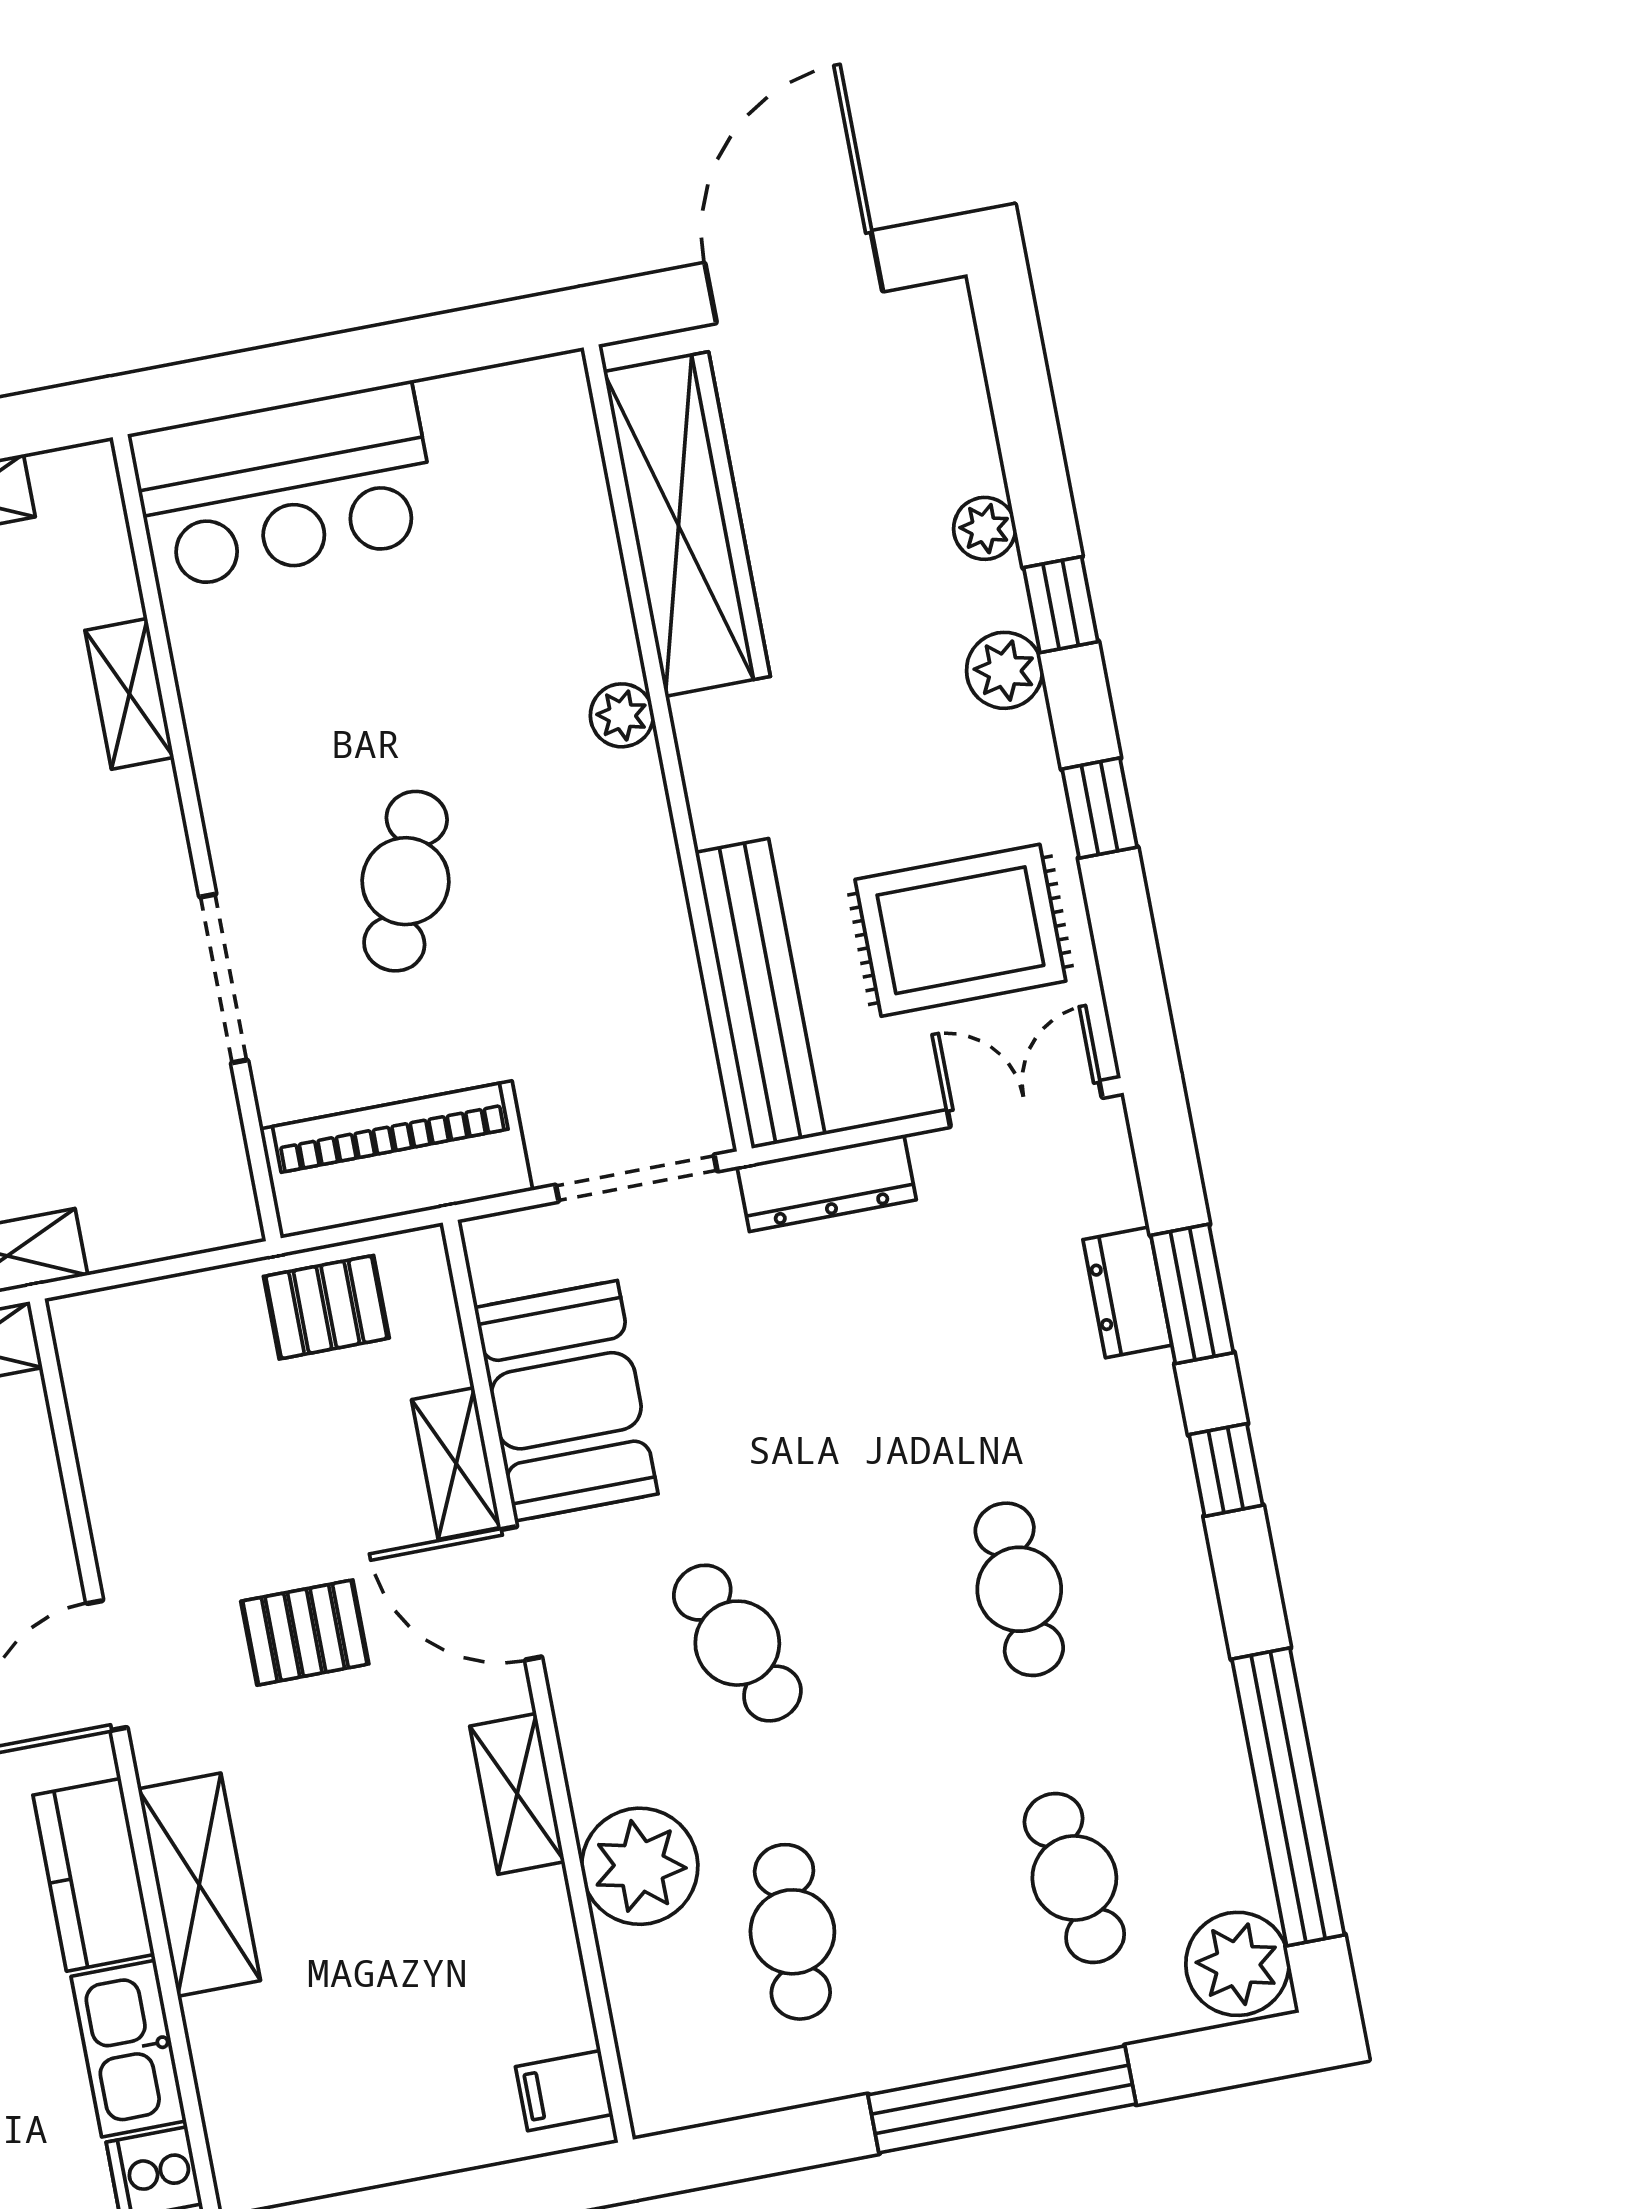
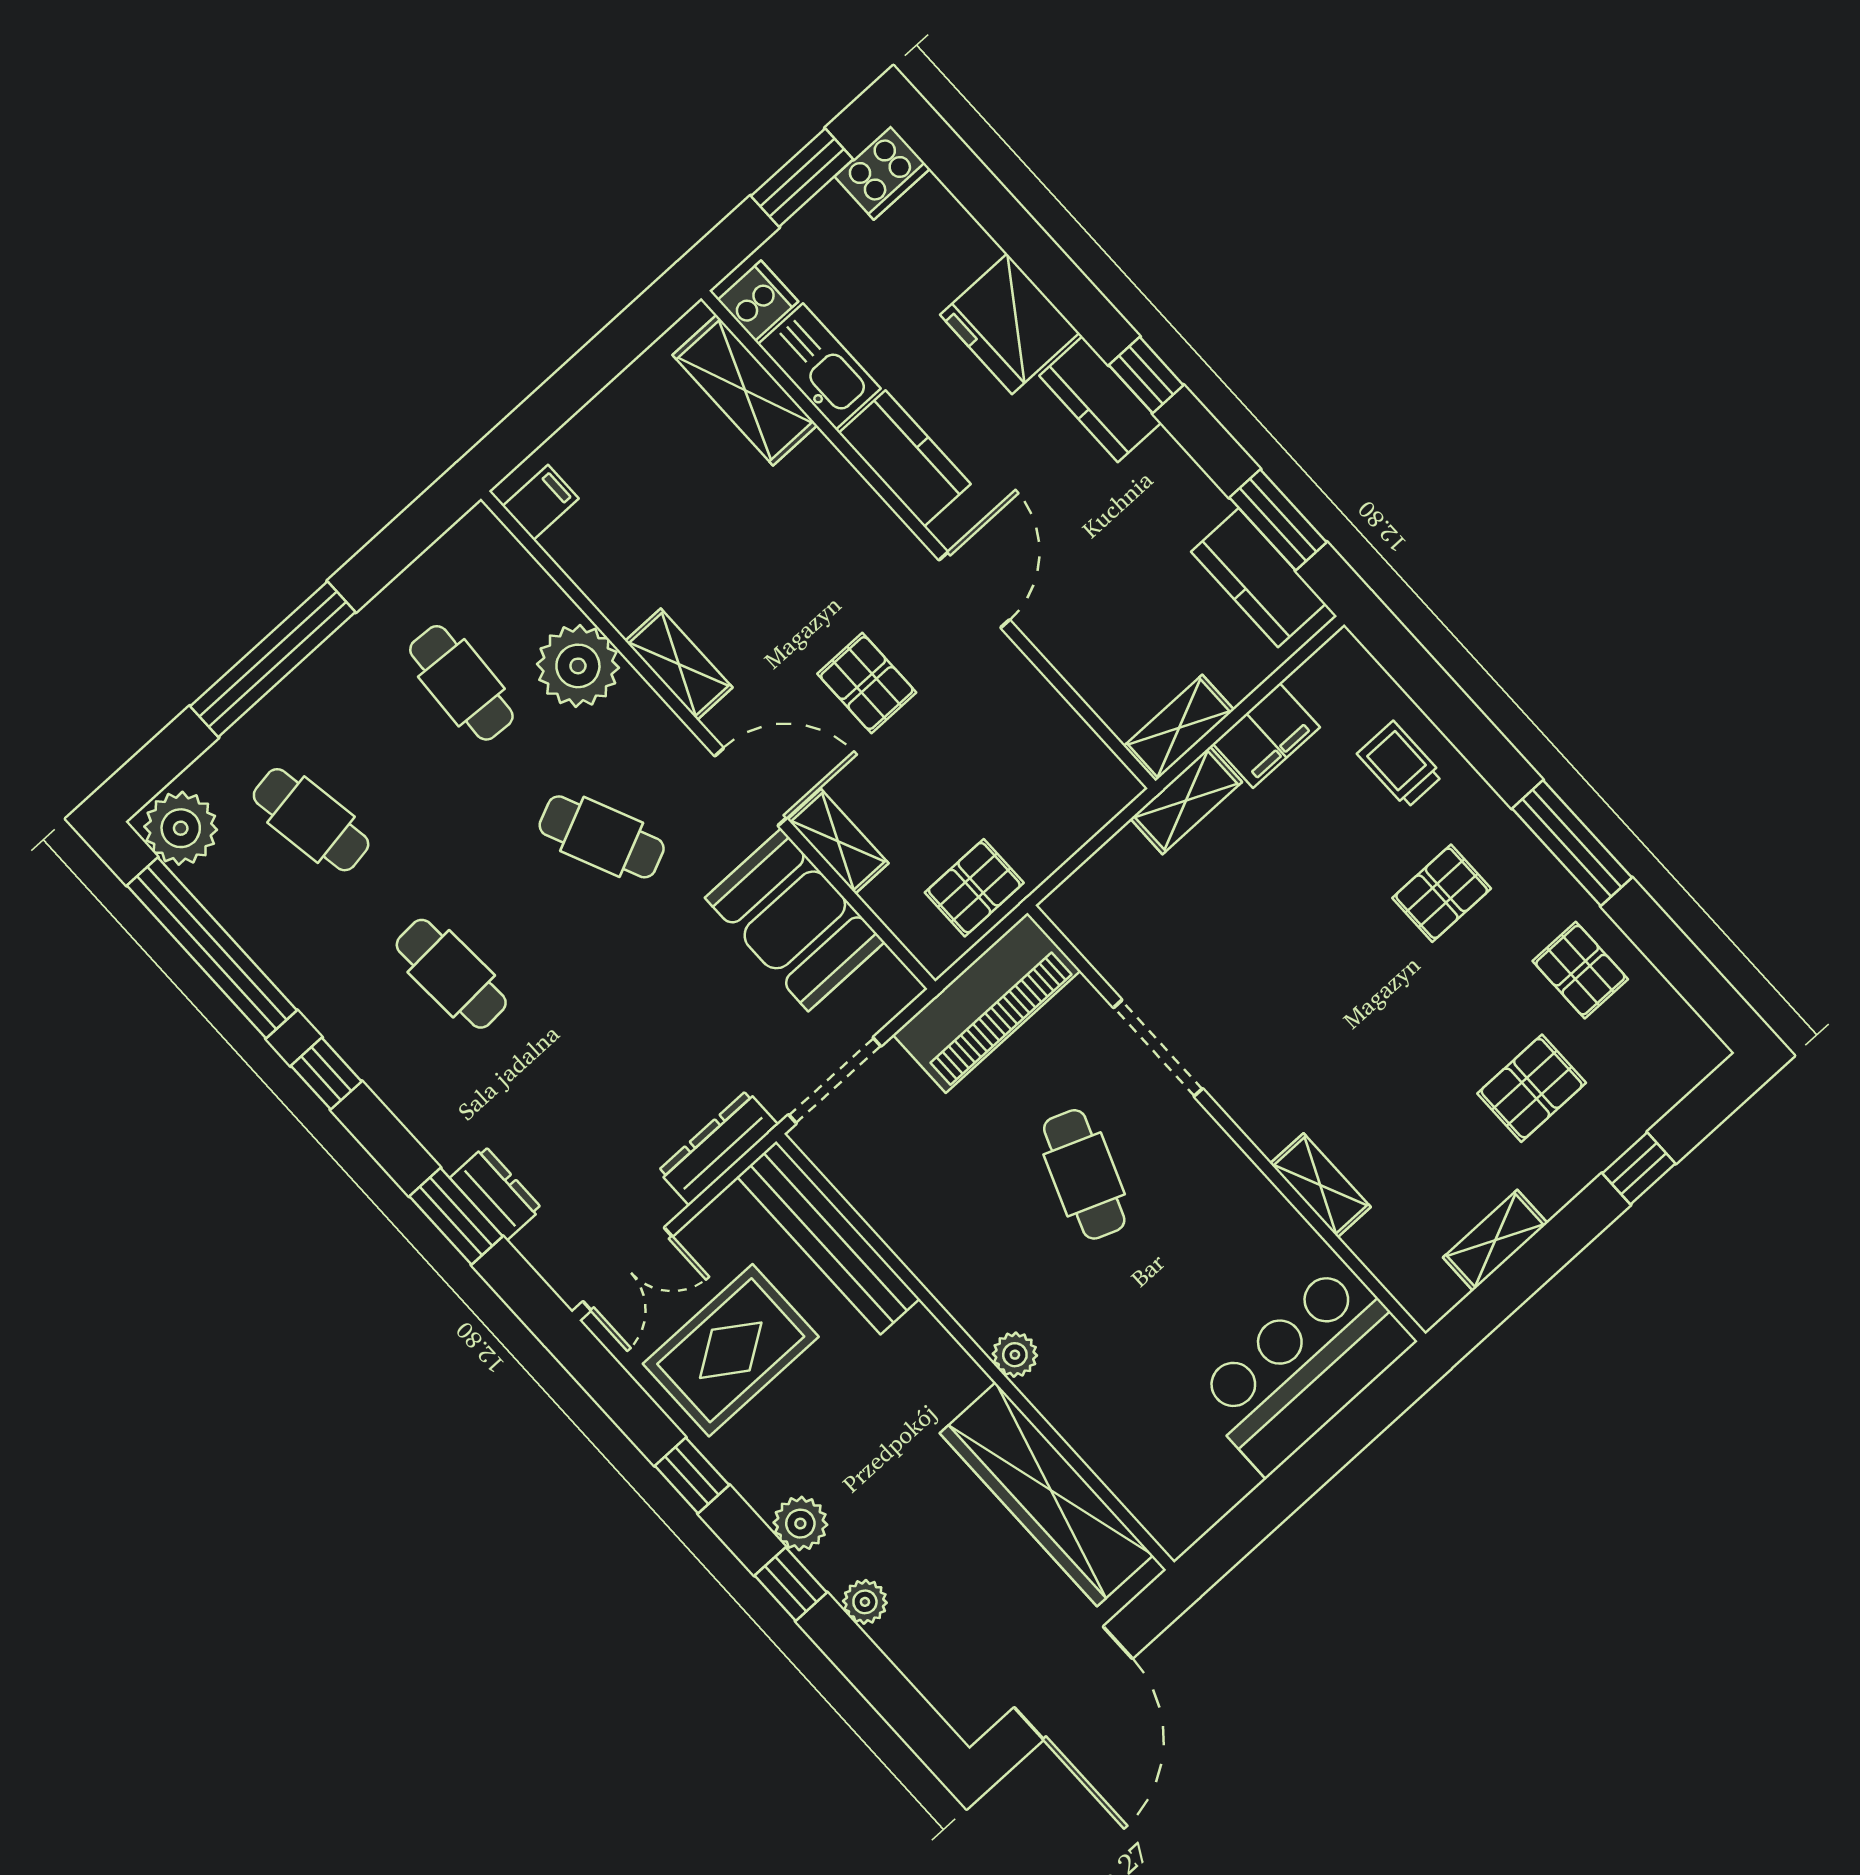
window: (1226, 1470) -> (326, 1074), moved
pallet: (305, 1633) -> (867, 683), turned 90
shelving: (199, 1885) -> (745, 390), moved

